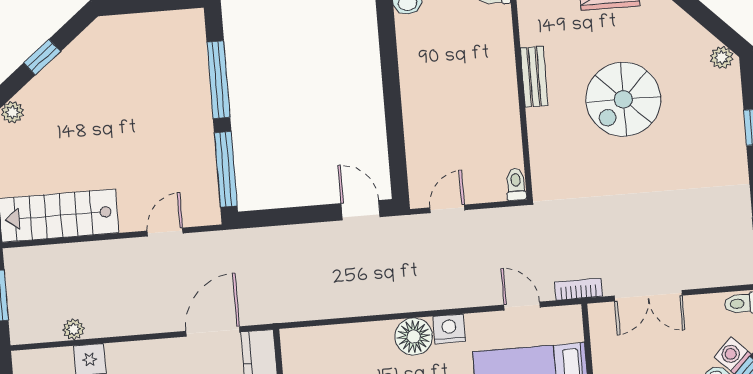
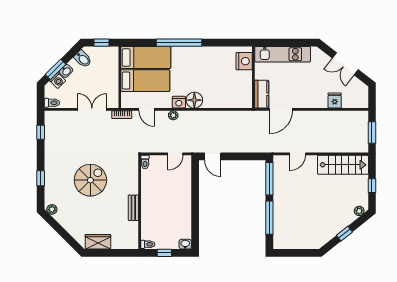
spiral stairs: (623, 99) -> (90, 180), moved
plant: (74, 329) -> (173, 115), moved

